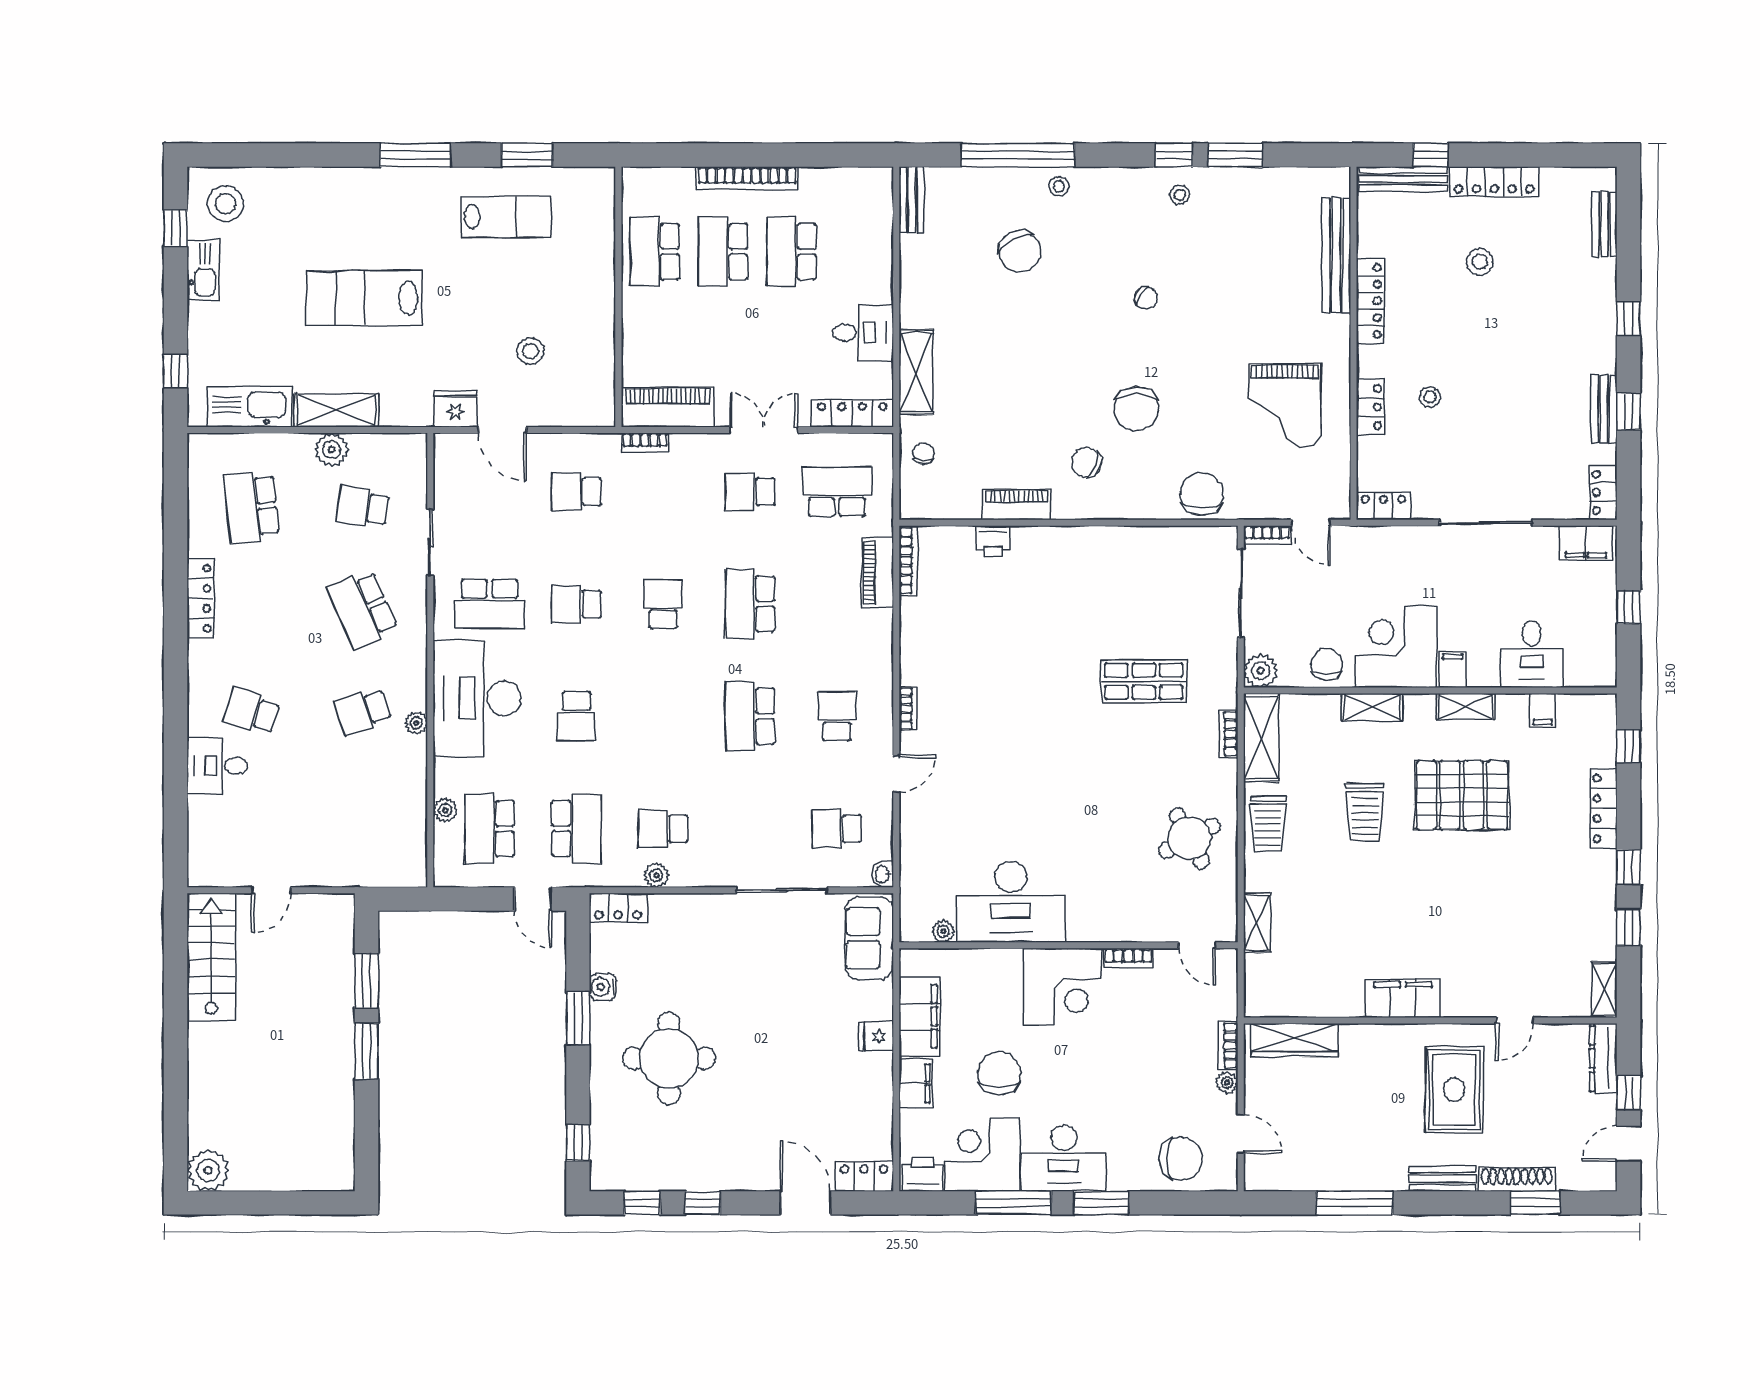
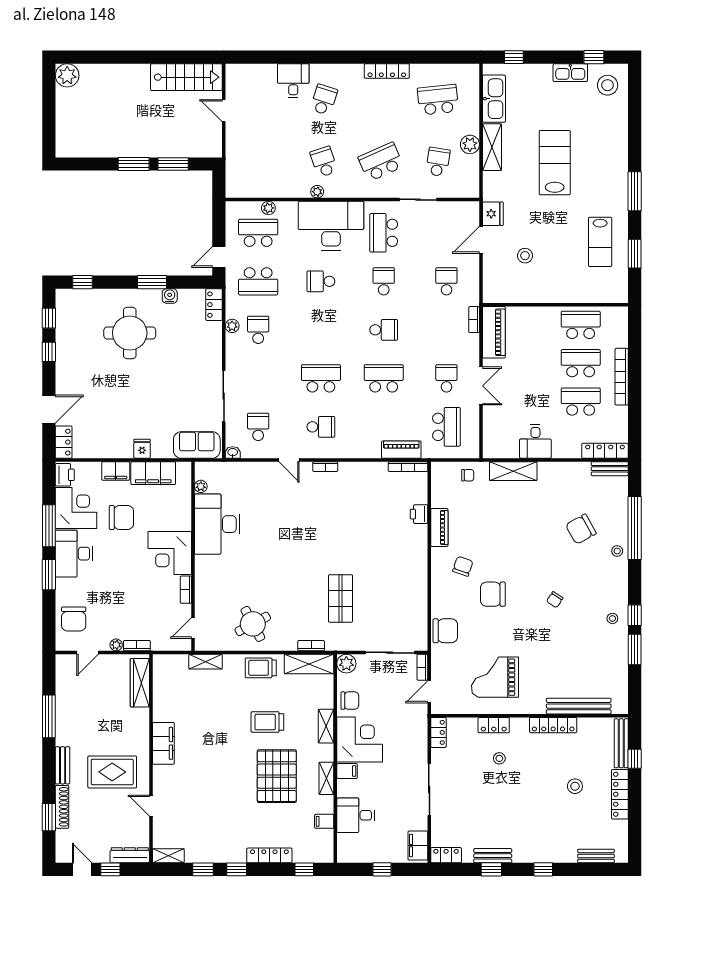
locker: (852, 413) -> (605, 451), moved, turned -90

